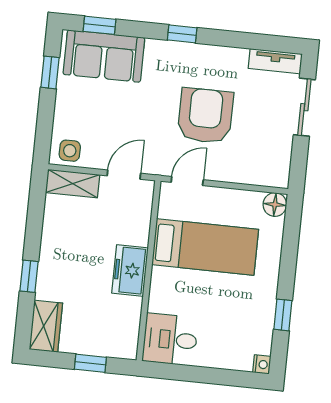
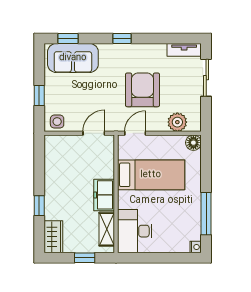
window: (50, 72) -> (39, 96), moved
plant: (254, 171) -> (177, 122), added
shelving: (73, 184) -> (107, 229), moved, turned 90
window: (283, 315) -> (206, 214), width x2.17
desk: (170, 339) -> (135, 231), width x1.37

